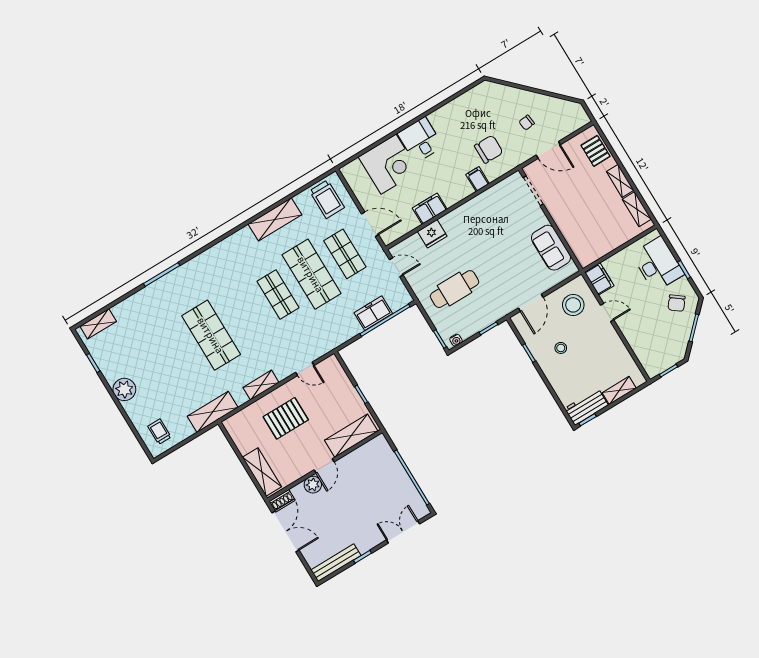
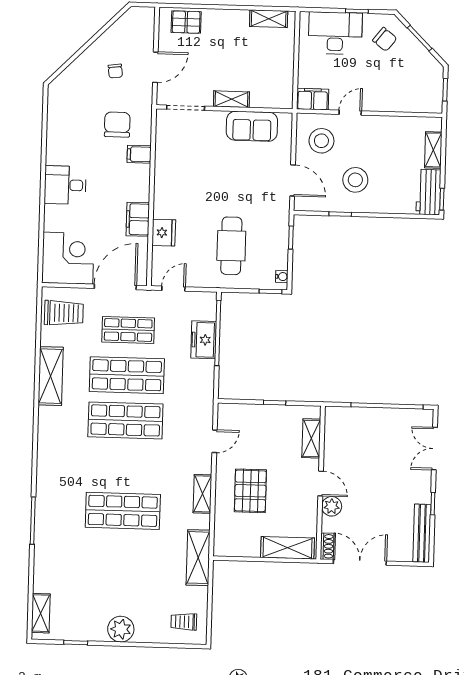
corner desk: (388, 164) -> (68, 258), moved
shelving: (620, 181) -> (231, 99), moved
door: (370, 224) -> (115, 287), width x1.36
shop shelf: (278, 295) -> (125, 420), width x1.43, depth x1.36
stool: (561, 348) -> (355, 180), width x1.89, depth x1.89
shelving: (351, 436) -> (311, 438), width x0.67, depth x0.75

